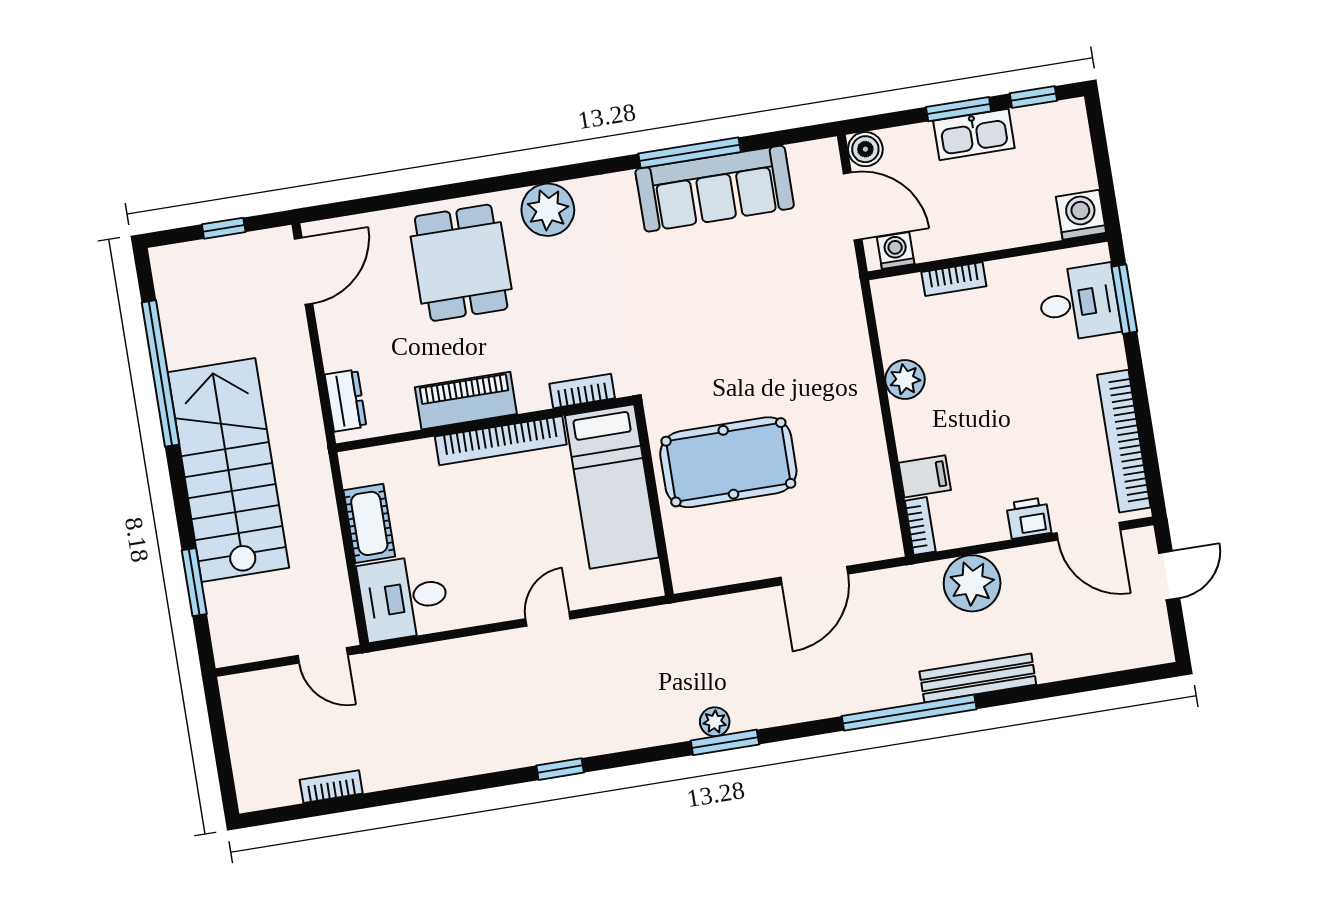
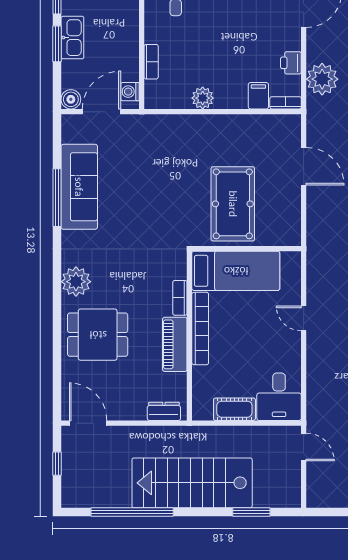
bookcase: (582, 391) -> (180, 298), moved
printer: (1029, 518) -> (291, 63), moved
door: (323, 655) -> (304, 447), hinge flipped

